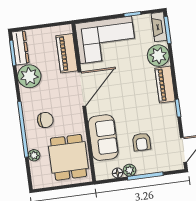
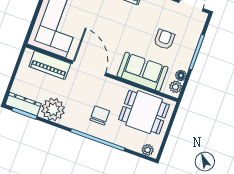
armchair: (142, 142) -> (164, 39), turned -90
plant: (34, 155) -> (148, 150), moved
plant: (130, 170) -> (176, 87), moved

